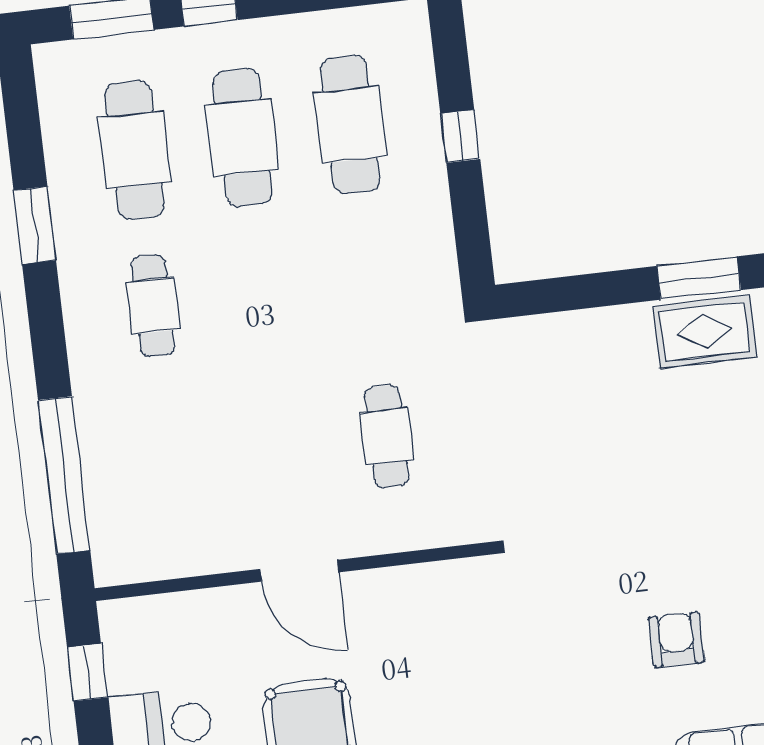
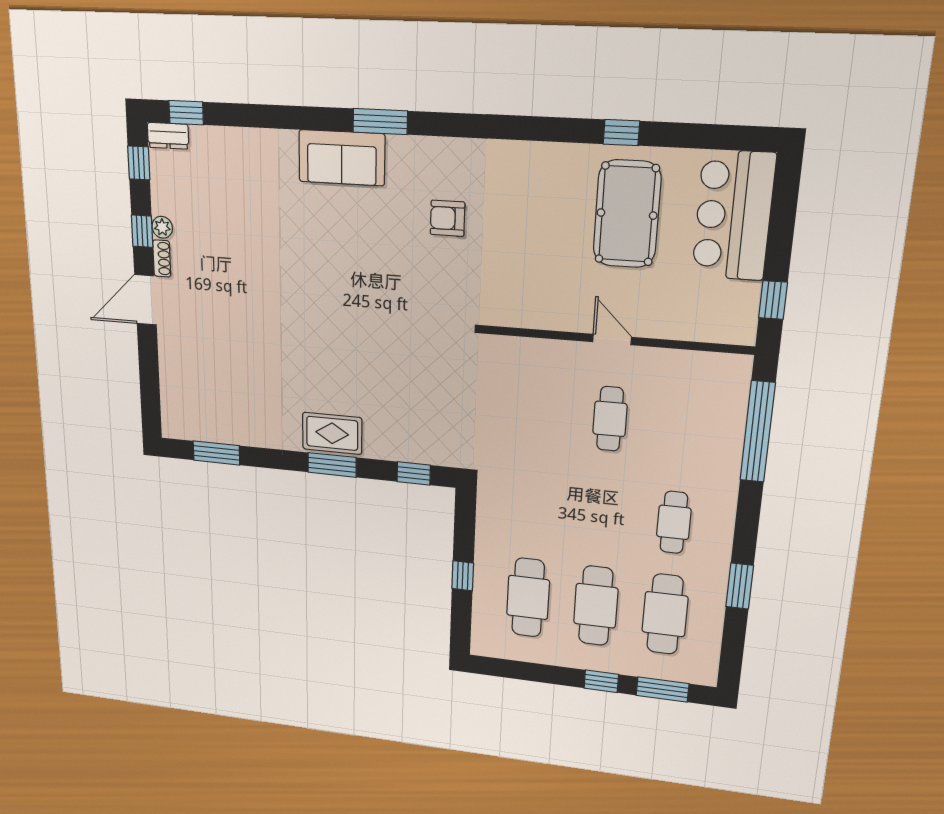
window: (565, 294) -> (414, 473), added
cafe table: (387, 436) -> (610, 419), moved
door: (299, 571) -> (612, 340), width x0.73
armchair: (676, 640) -> (447, 218), moved, turned 90

